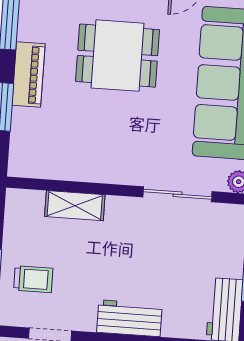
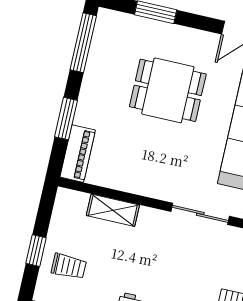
piano: (28, 74) -> (78, 154), moved

